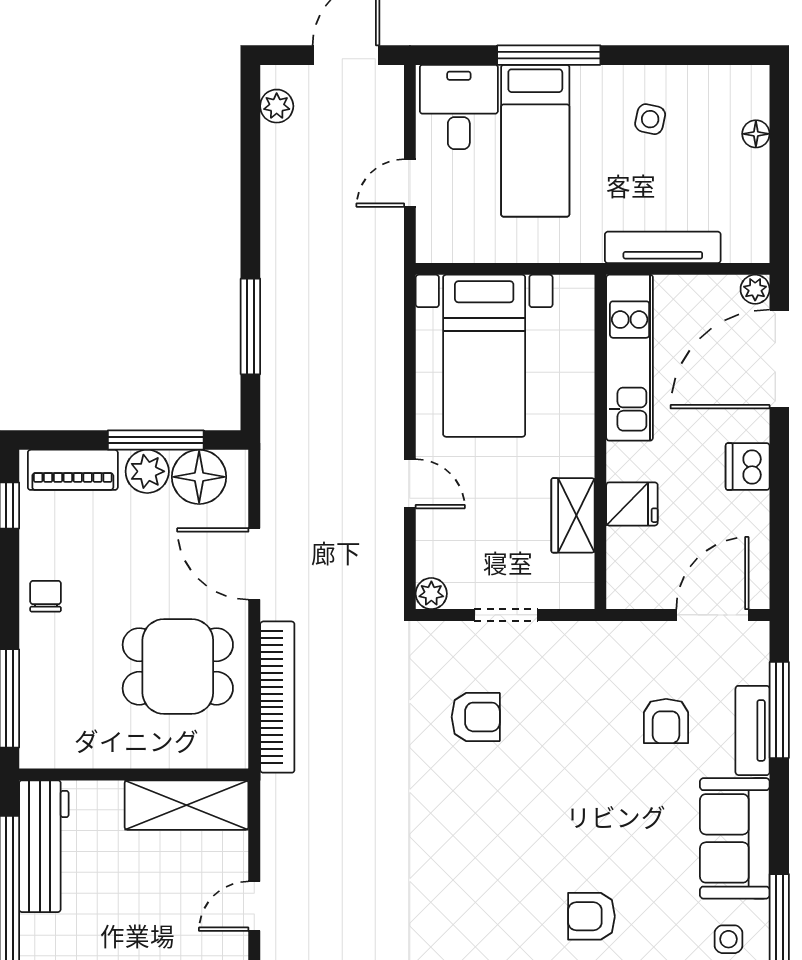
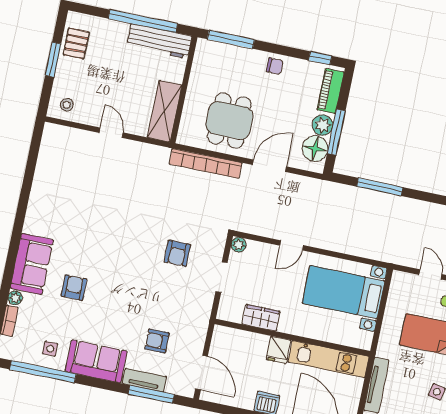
fridge: (632, 504) -> (279, 350), moved

